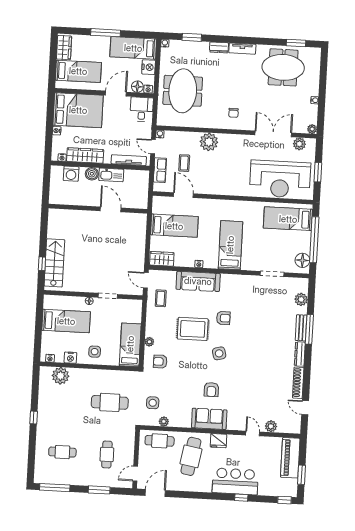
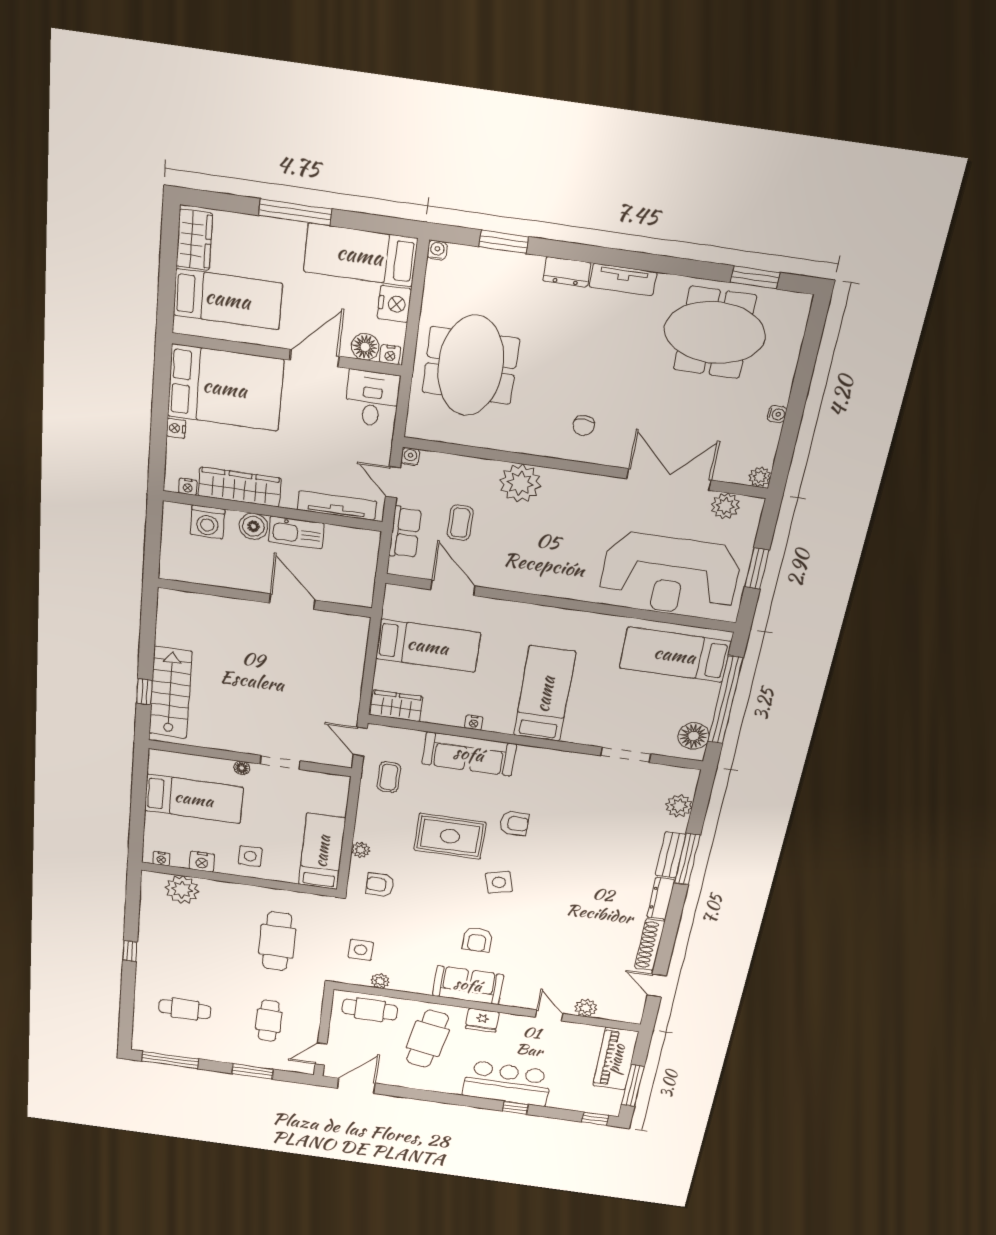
cafe table: (110, 402) -> (277, 941), turned 90
window: (301, 475) -> (633, 1086), width x1.44

